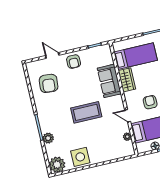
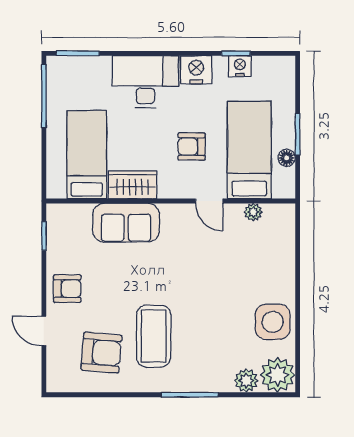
door: (52, 55) -> (44, 331), hinge flipped
coffee table: (86, 112) -> (154, 336), moved
door: (128, 116) -> (209, 201), hinge flipped
plant: (48, 138) -> (246, 381), moved

